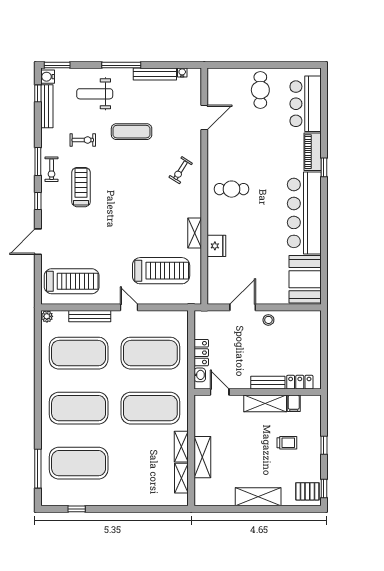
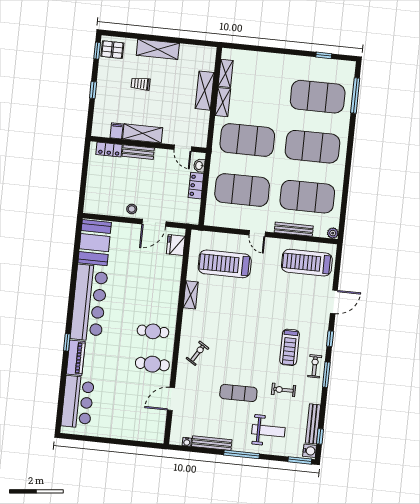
cafe table: (260, 90) -> (152, 364), moved, turned 90
fridge: (216, 246) -> (176, 245), moved
trolley: (287, 443) -> (141, 84), moved

